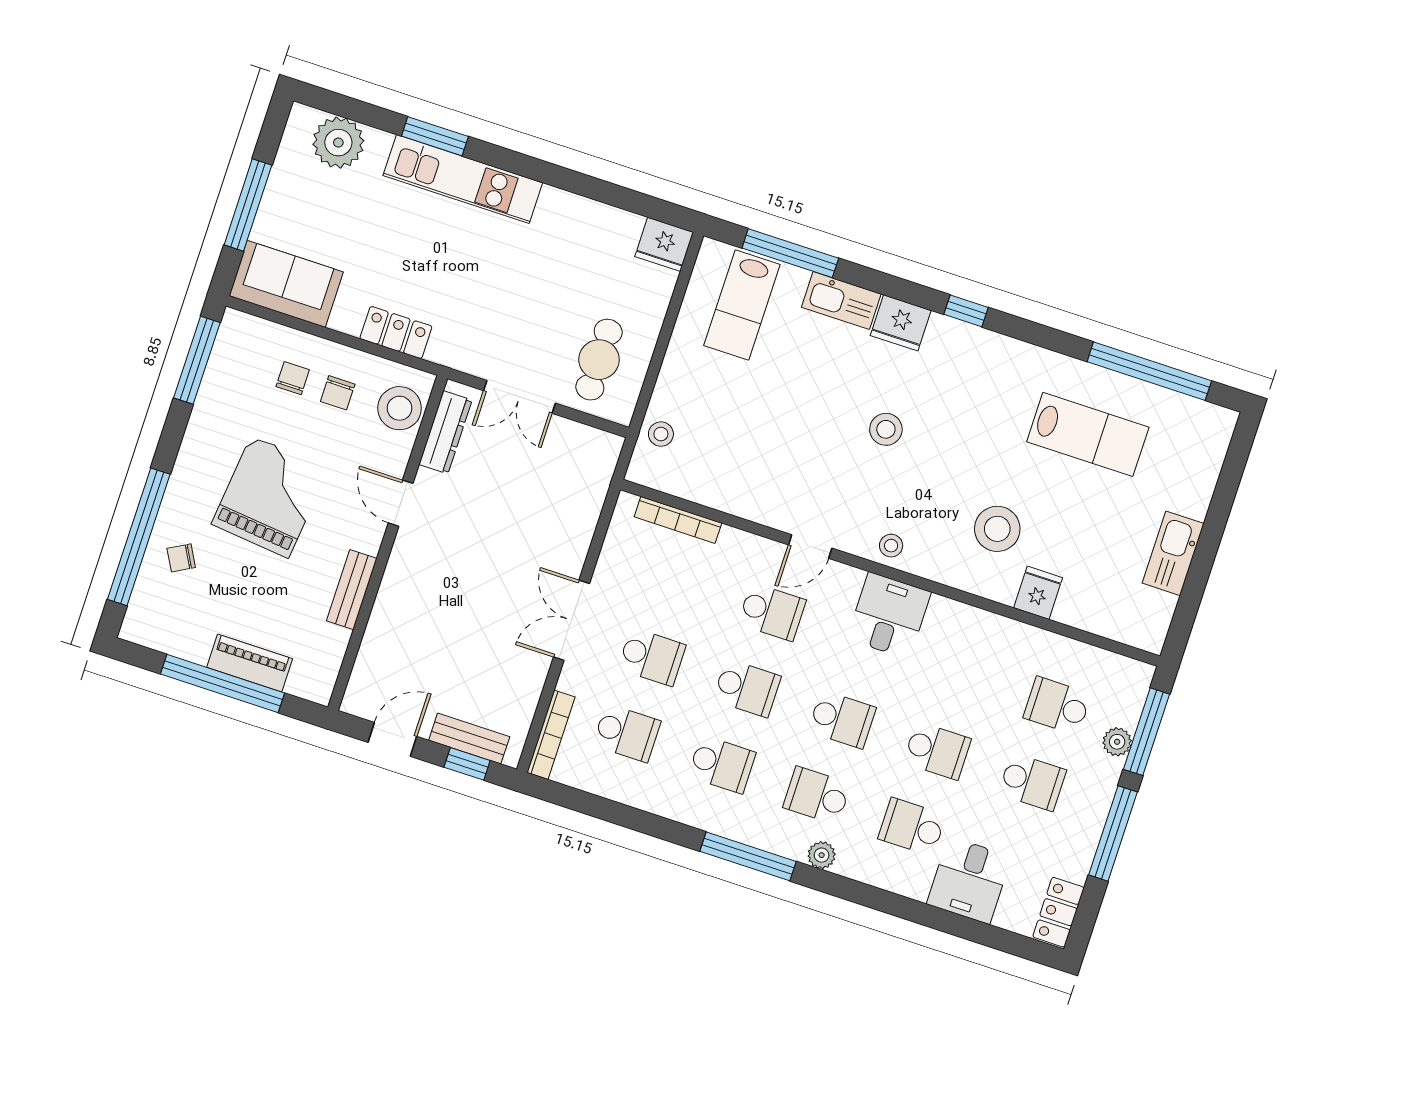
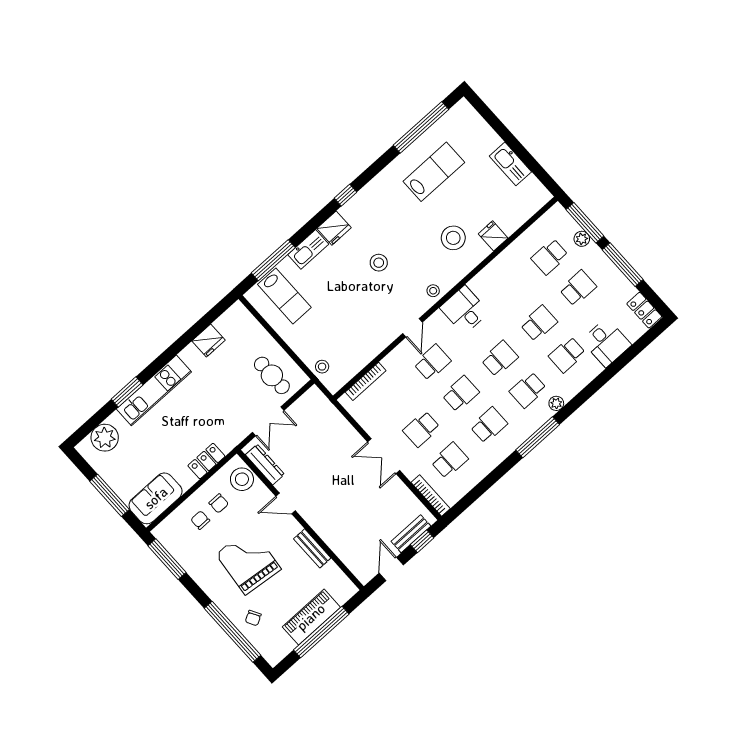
fridge: (664, 244) -> (209, 341), moved
school desk: (652, 657) -> (421, 429), turned 180
piano: (250, 663) -> (311, 617), width x1.37, depth x1.33

